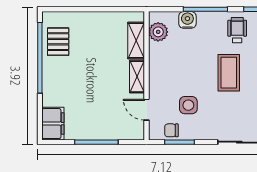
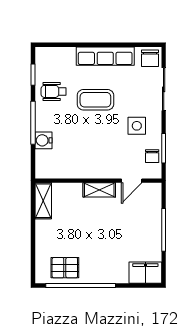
plant: (158, 32) -> (55, 169), removed
shelving: (136, 40) -> (43, 201), moved, turned 90
side table: (188, 105) -> (137, 126), moved

